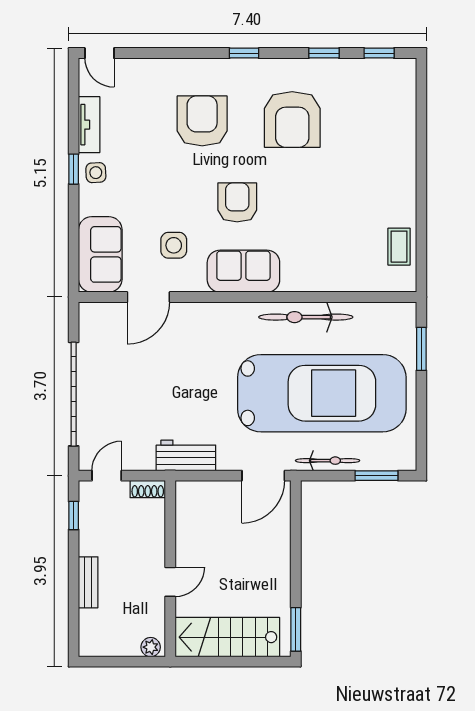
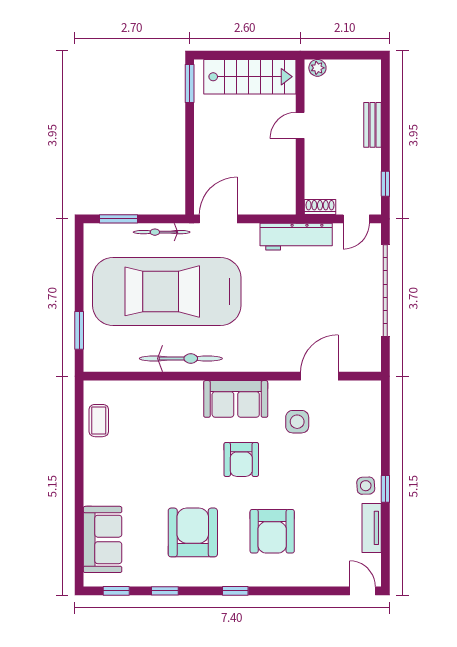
sofa: (100, 254) -> (103, 539), moved, turned 180
workbench: (186, 455) -> (296, 237), width x1.38

